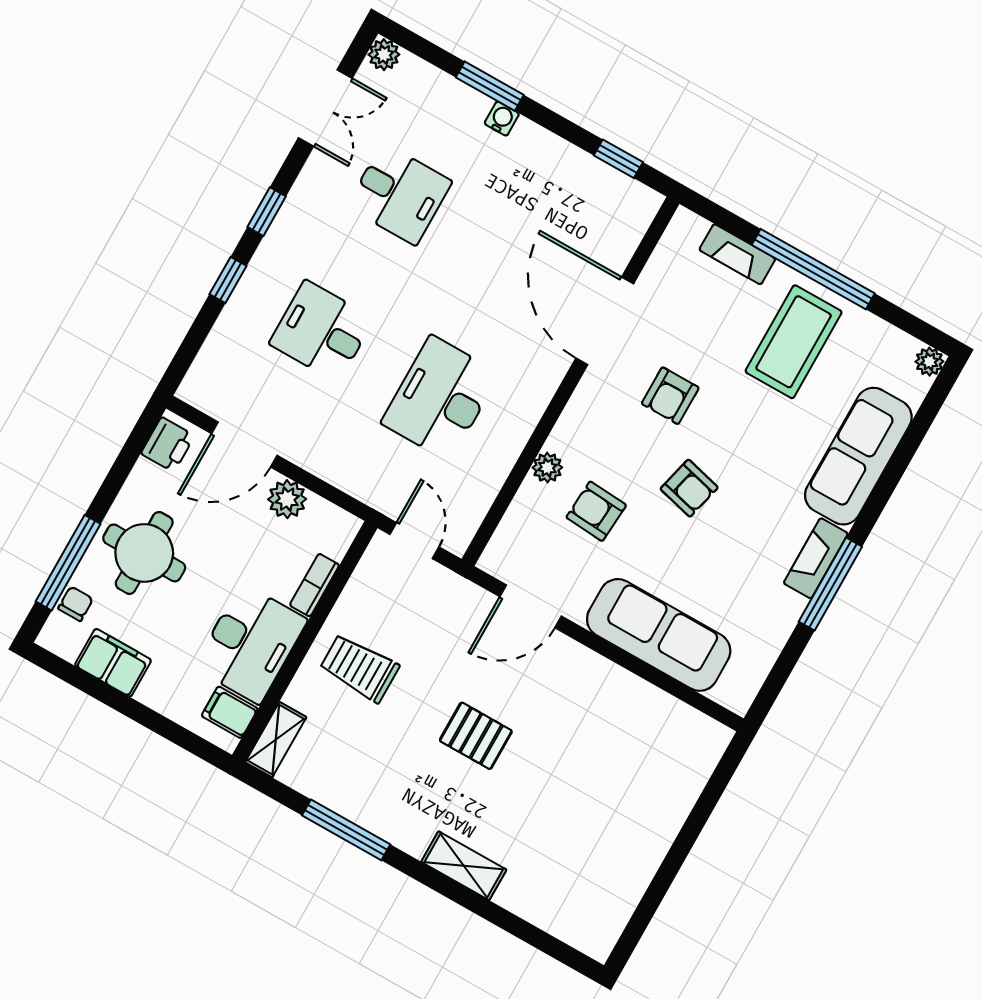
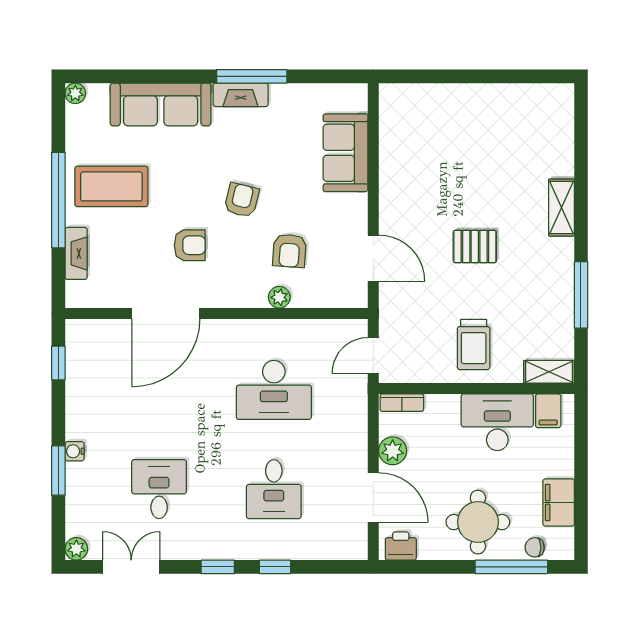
bookcase: (314, 585) -> (402, 403), moved
sofa: (659, 635) -> (345, 153), width x0.73
pallet: (476, 736) -> (475, 247), turned 90

